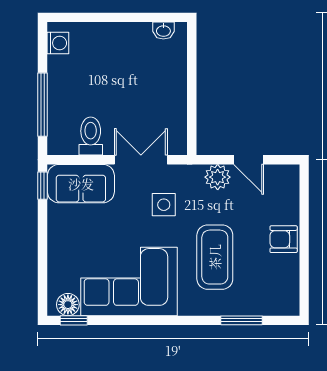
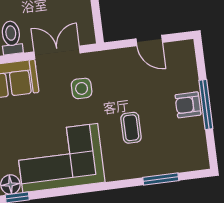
plant: (218, 177) -> (125, 59), removed
window: (304, 241) -> (206, 104), added
coffee table: (215, 257) -> (131, 128), width x0.54, depth x0.58

